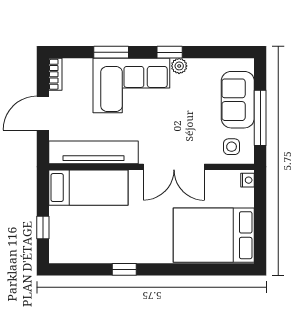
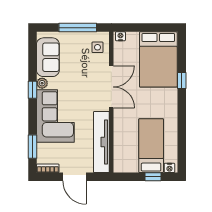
window: (111, 52) -> (33, 147), moved
sofa: (238, 100) -> (48, 57), moved, turned -90
bed: (88, 188) -> (151, 146), moved
nightstand: (56, 251) -> (169, 168), added
window: (124, 269) -> (182, 81), moved

